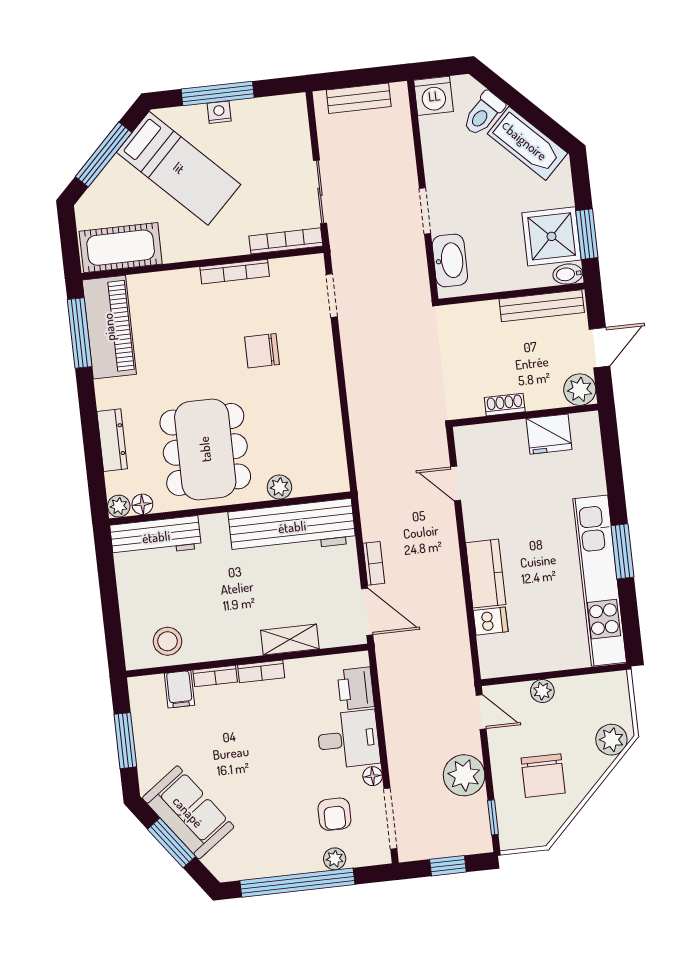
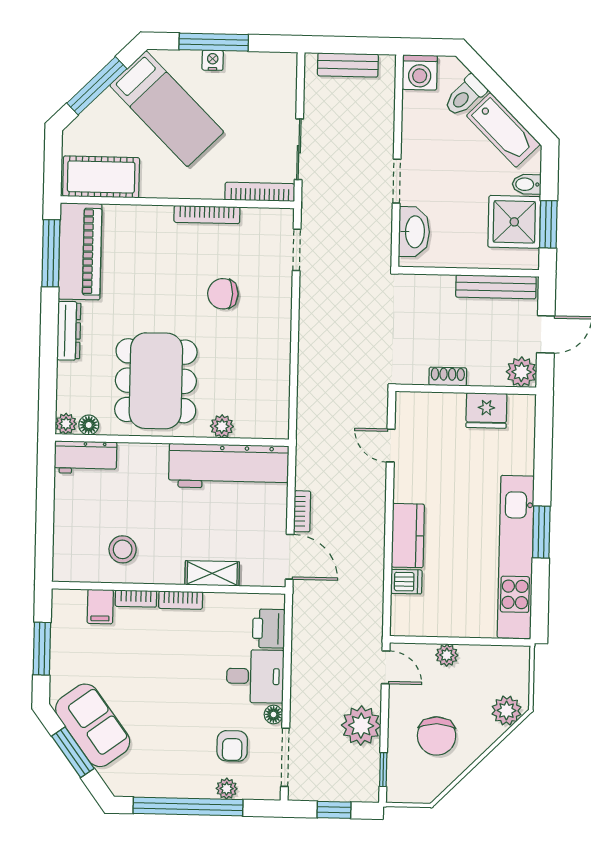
bidet: (568, 274) -> (527, 184), moved
dresser: (112, 440) -> (69, 331), moved
workbench: (156, 537) -> (85, 457), width x0.73
stool: (167, 641) -> (123, 549), moved

